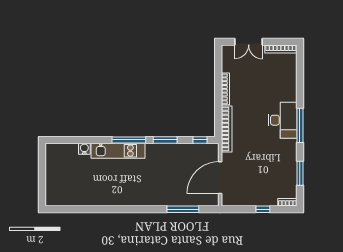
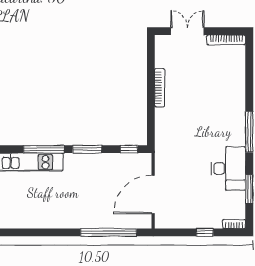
double door: (249, 42) -> (187, 31), swing flipped
desk: (283, 120) -> (228, 169), moved
bookcase: (227, 129) -> (161, 136), removed
window: (183, 209) -> (108, 232), width x1.46

